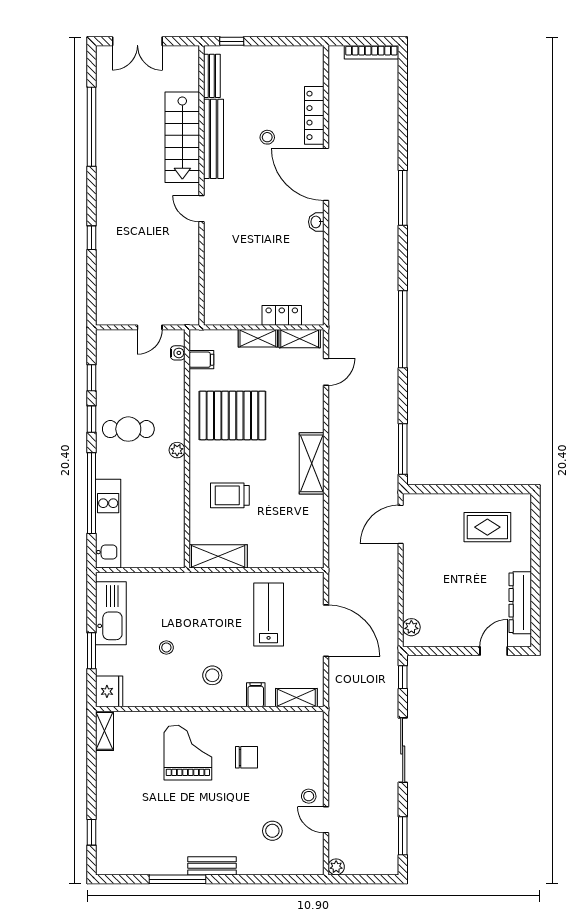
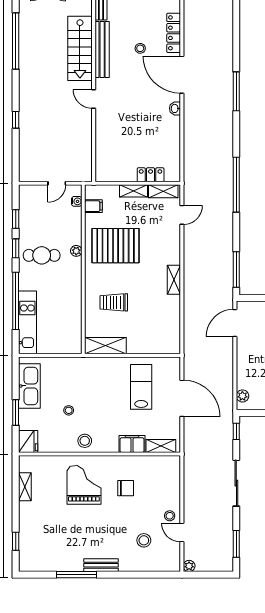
plant: (177, 450) -> (76, 251), moved
shelving: (312, 463) -> (174, 280), width x0.67, depth x0.75
stool: (212, 675) -> (85, 441), moved
filing cabinet: (256, 695) -> (132, 444), width x2.00
shelving: (105, 731) -> (25, 487), moved

